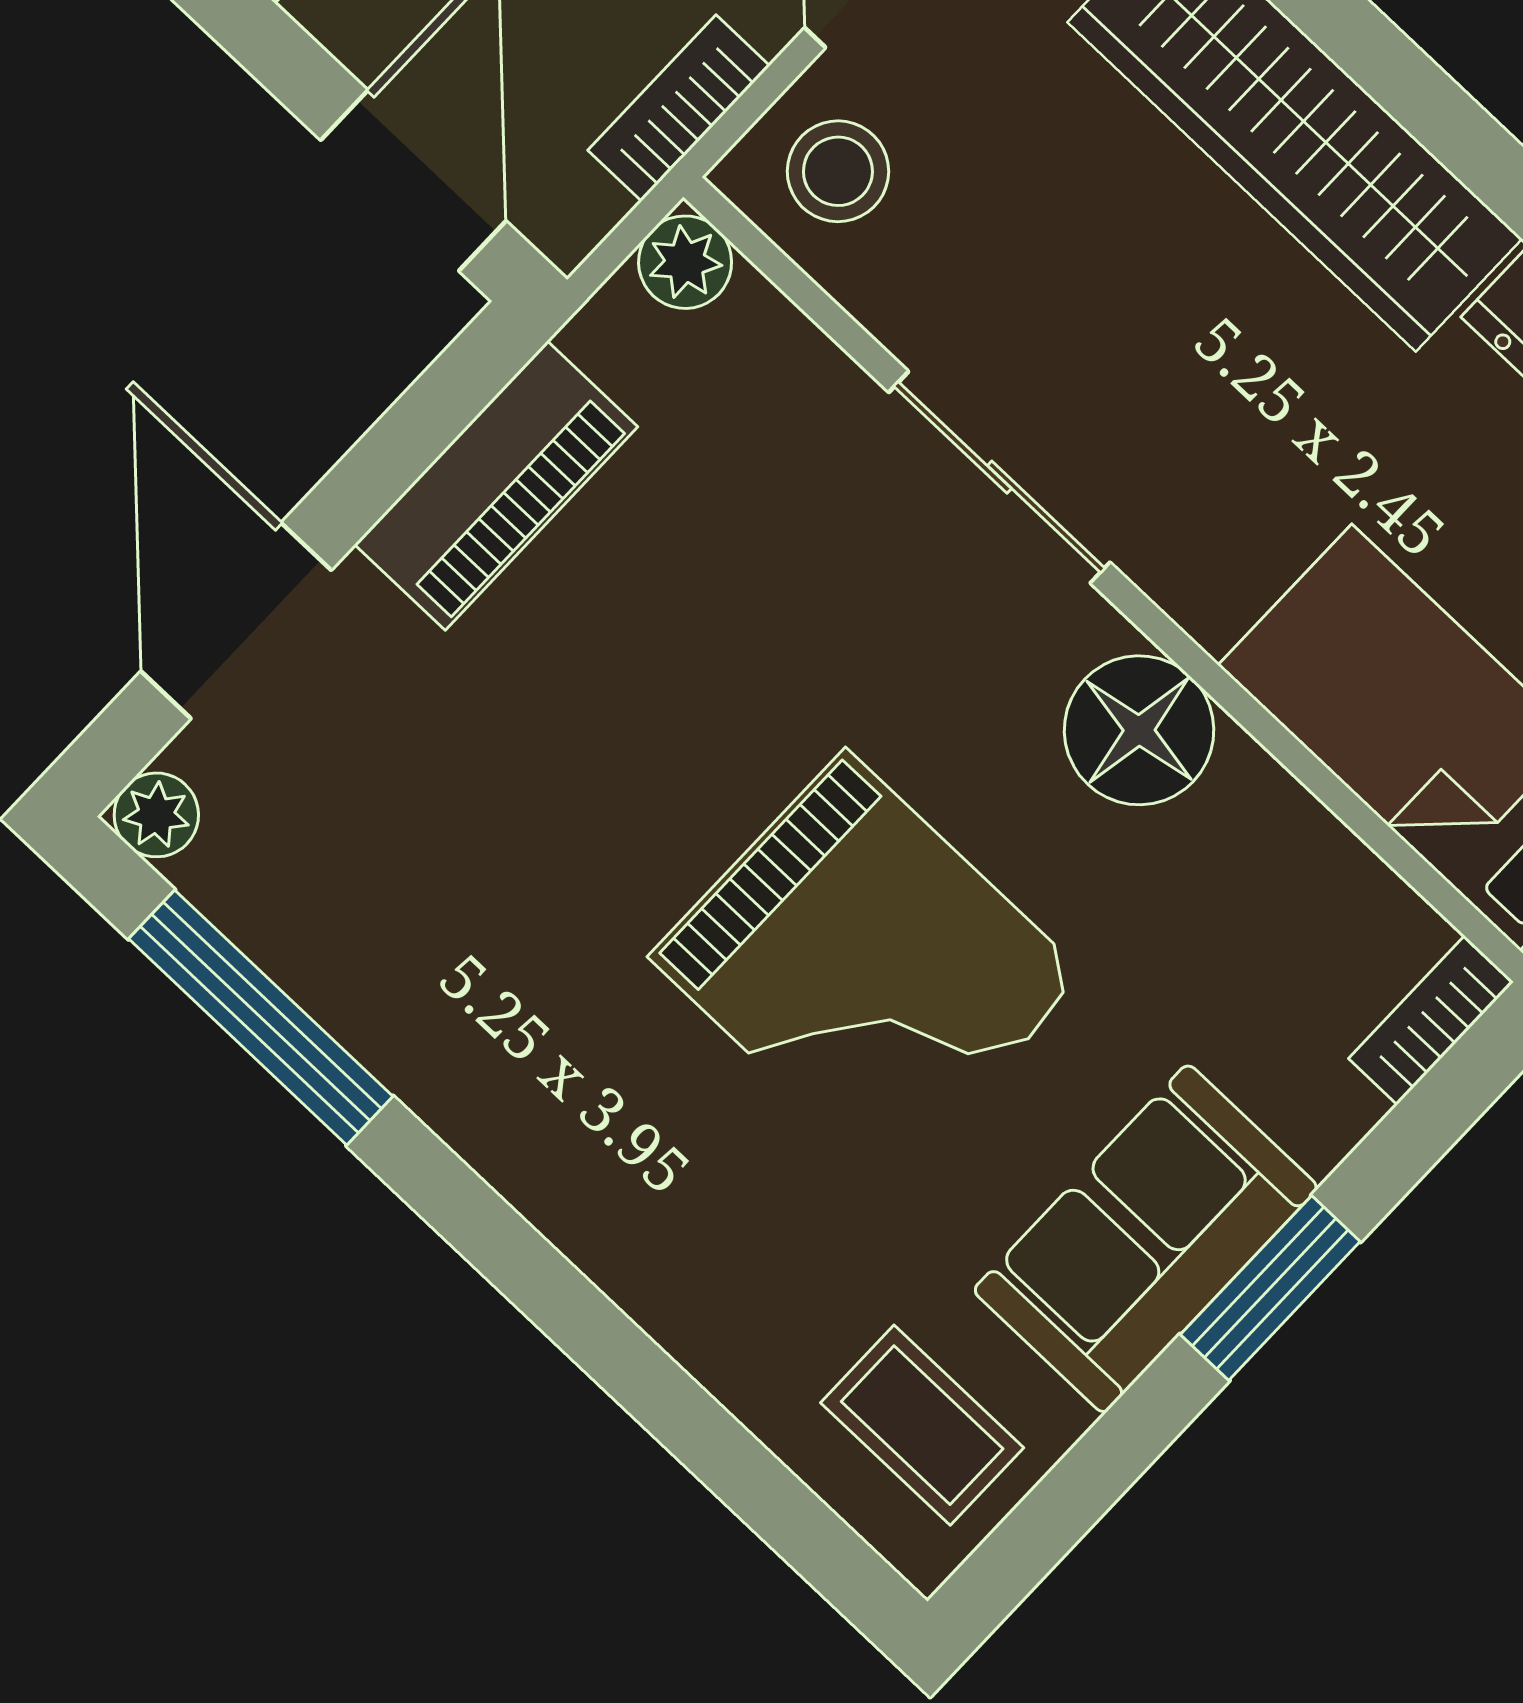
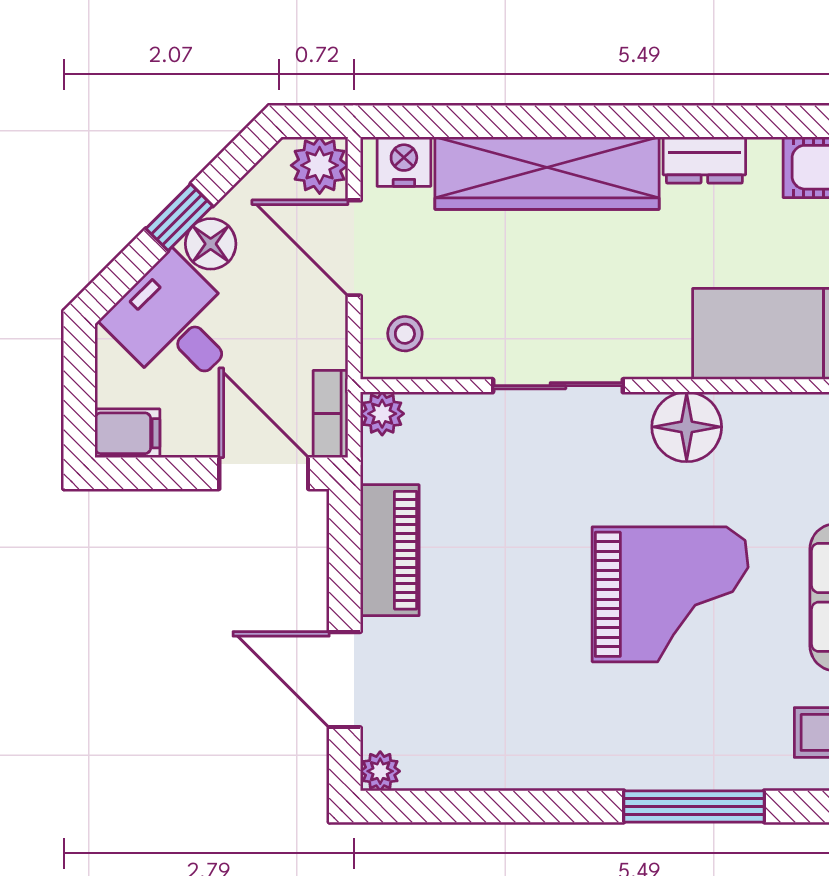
bookcase: (679, 108) -> (331, 414), moved
stool: (838, 171) -> (405, 334), width x0.73, depth x0.73
window: (261, 1018) -> (694, 806), moved

